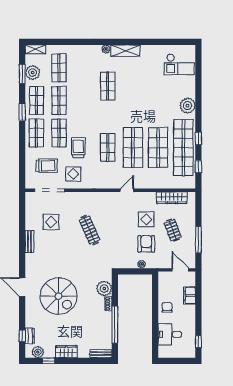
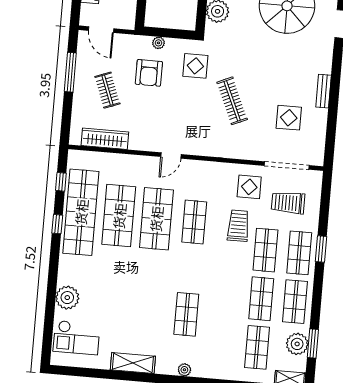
shelving: (125, 51) -> (133, 363), moved
checkout: (179, 64) -> (77, 338), turned 180
plant: (188, 106) -> (67, 298), moved
window: (22, 112) -> (321, 249), moved
trolley: (78, 148) -> (238, 226), turned 180
display table: (146, 219) -> (195, 66), moved

